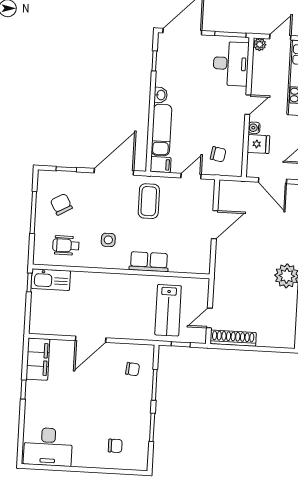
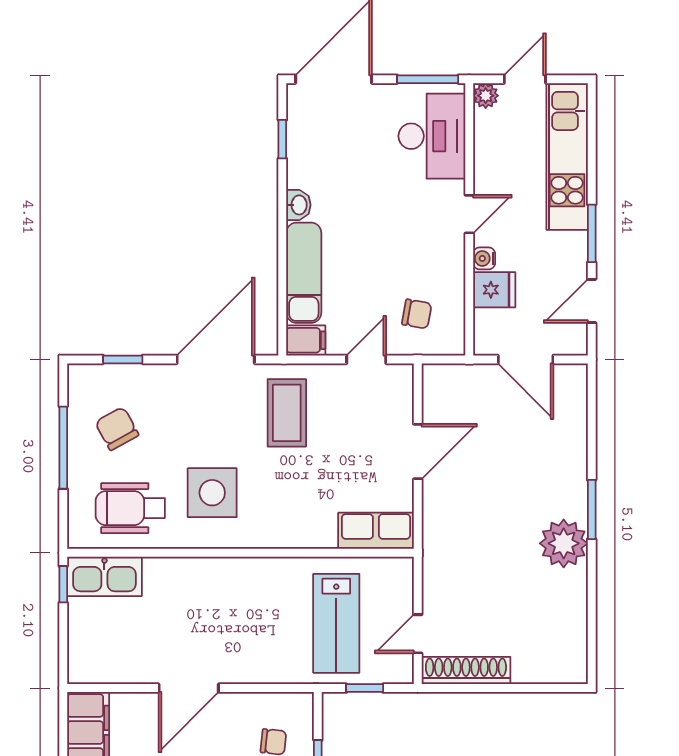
side table: (108, 240) -> (212, 493), width x1.87, depth x1.87
wheelchair: (66, 245) -> (130, 508), width x1.36, depth x1.37
row of seats: (149, 262) -> (376, 531), moved

